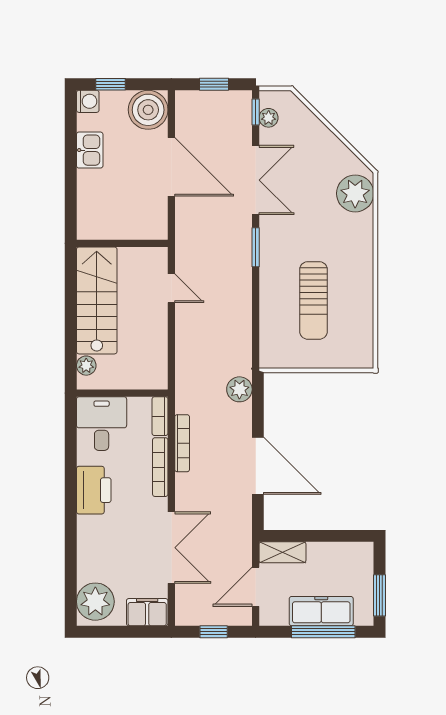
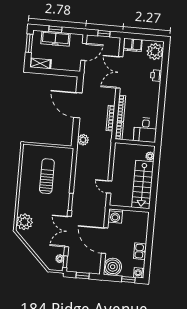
washing machine: (152, 224) -> (115, 216), added
printer: (94, 490) -> (156, 75), moved, width x0.53, depth x0.68
shelving: (282, 552) -> (40, 63), moved
window: (323, 632) -> (55, 29), width x0.46

